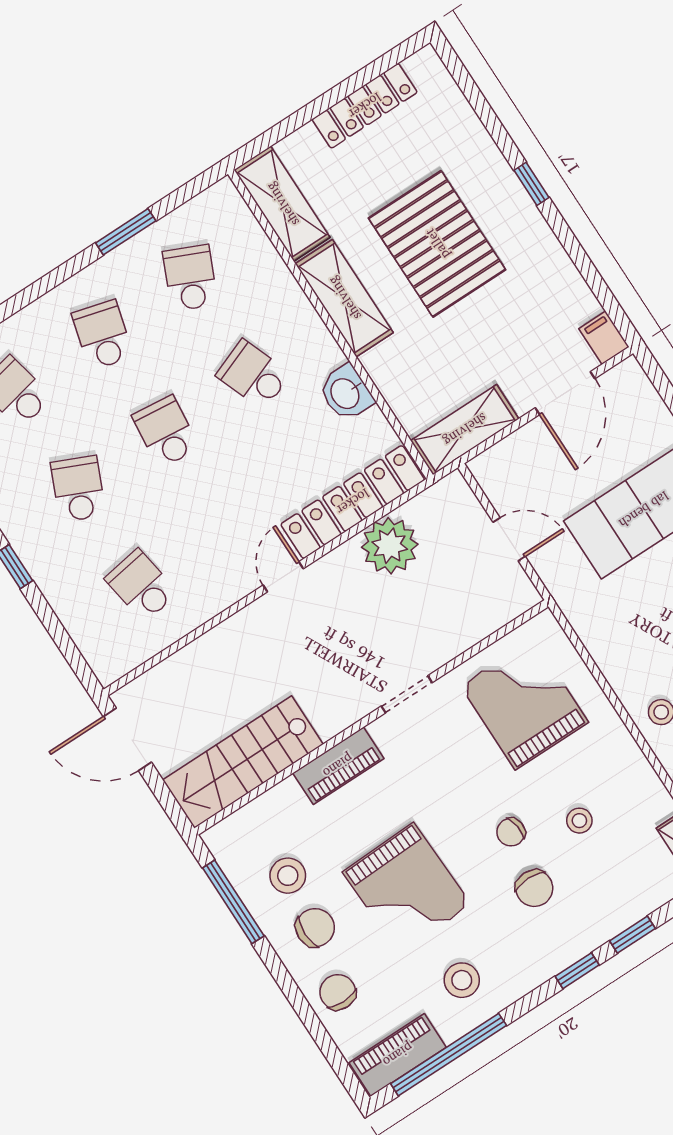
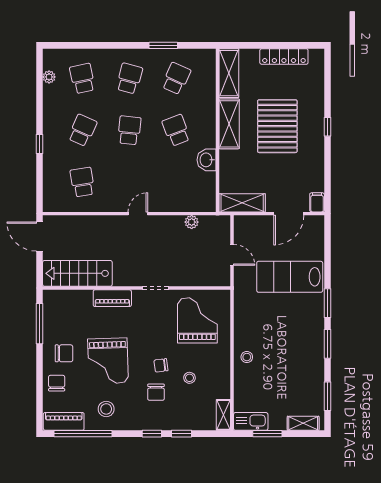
locker: (353, 502) -> (182, 203), removed
plant: (390, 546) -> (192, 222), width x0.53, depth x0.53
stool: (288, 876) -> (66, 327), removed

